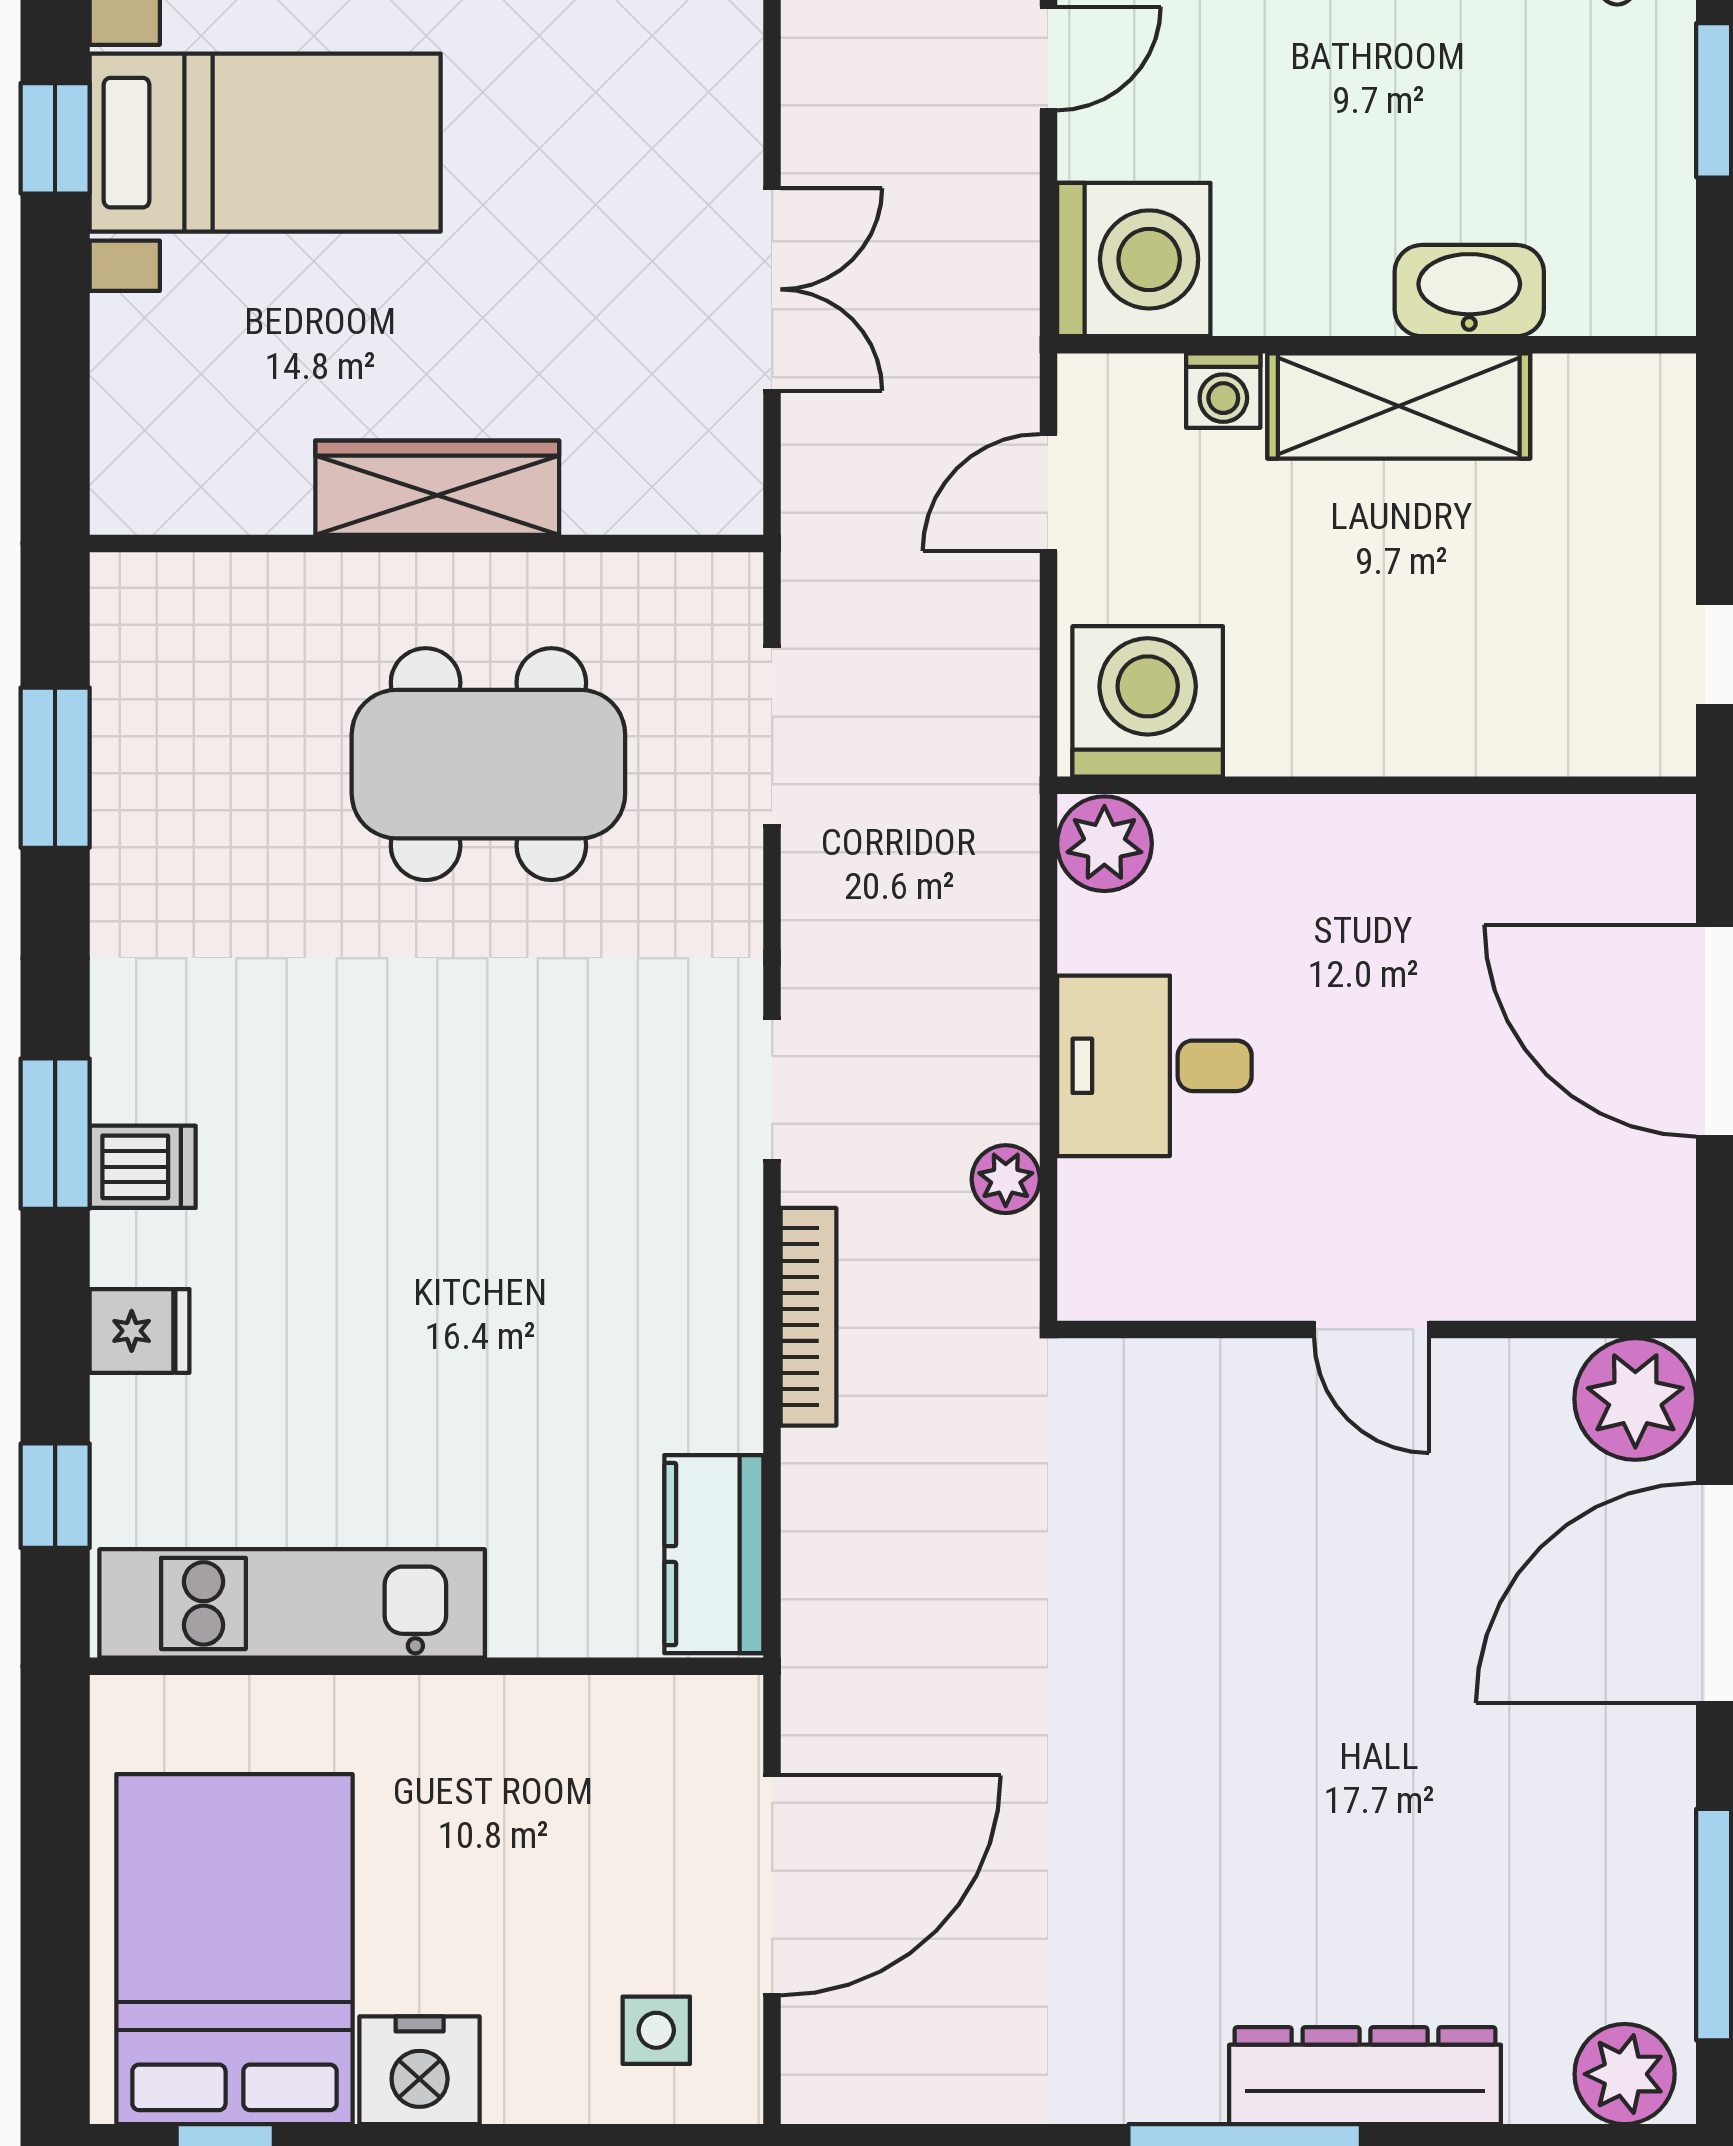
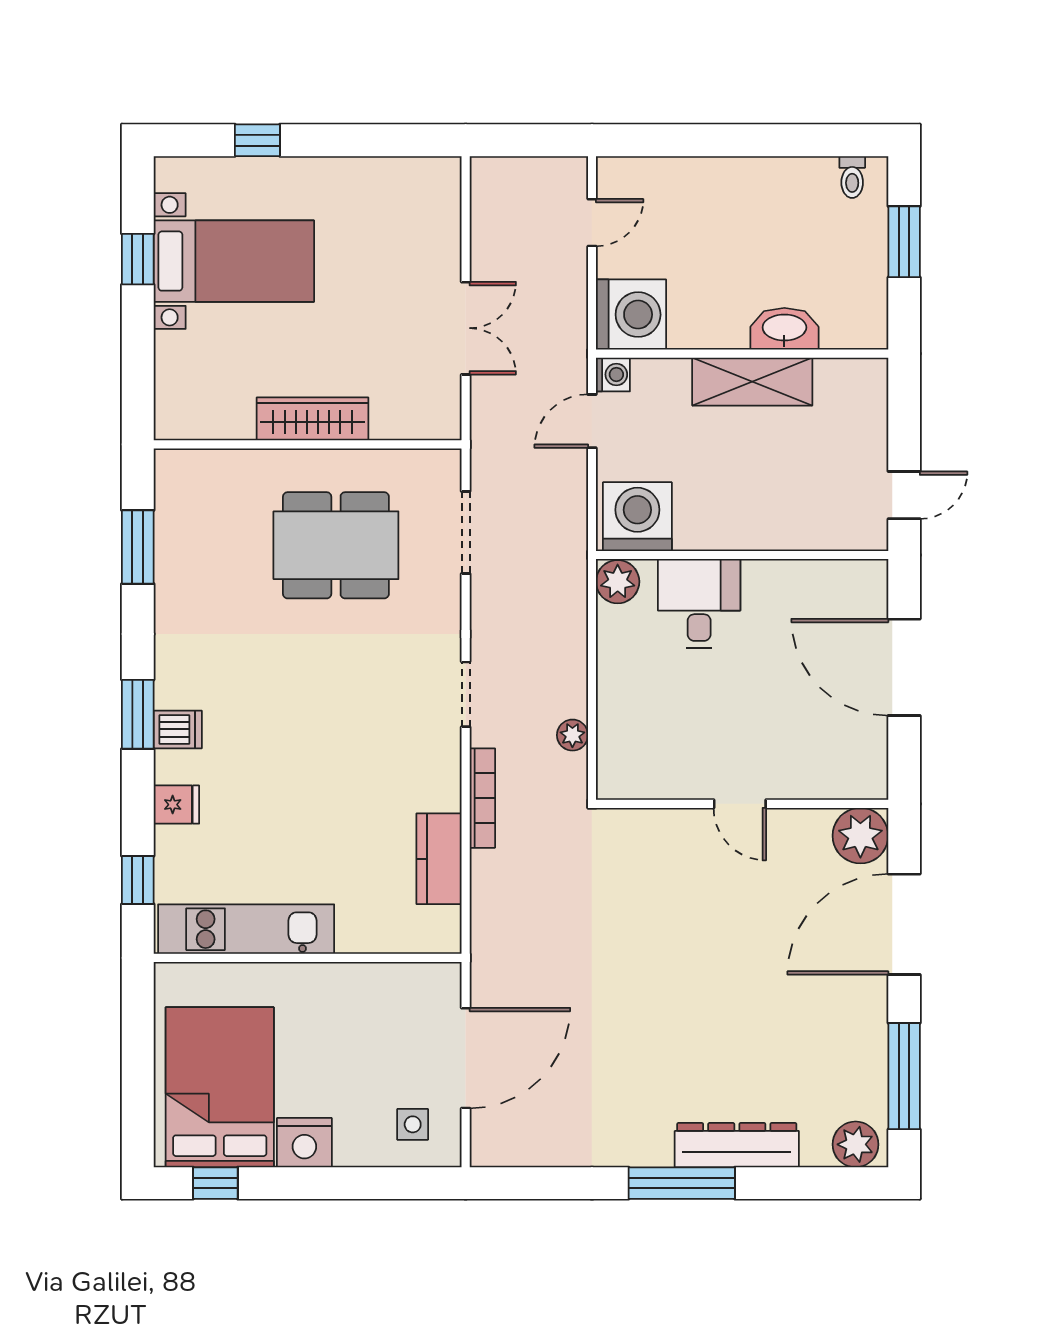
washing machine: (1223, 391) -> (613, 374), moved, turned -90
desk: (1154, 1066) -> (699, 603), moved, turned 90
kitchen counter: (714, 1554) -> (439, 859), moved

